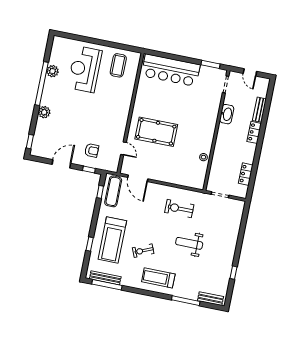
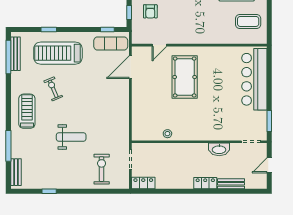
locker: (246, 174) -> (143, 183), moved
exercise bike: (179, 209) -> (102, 169), moved
weight bench: (189, 243) -> (71, 137), turned 90

